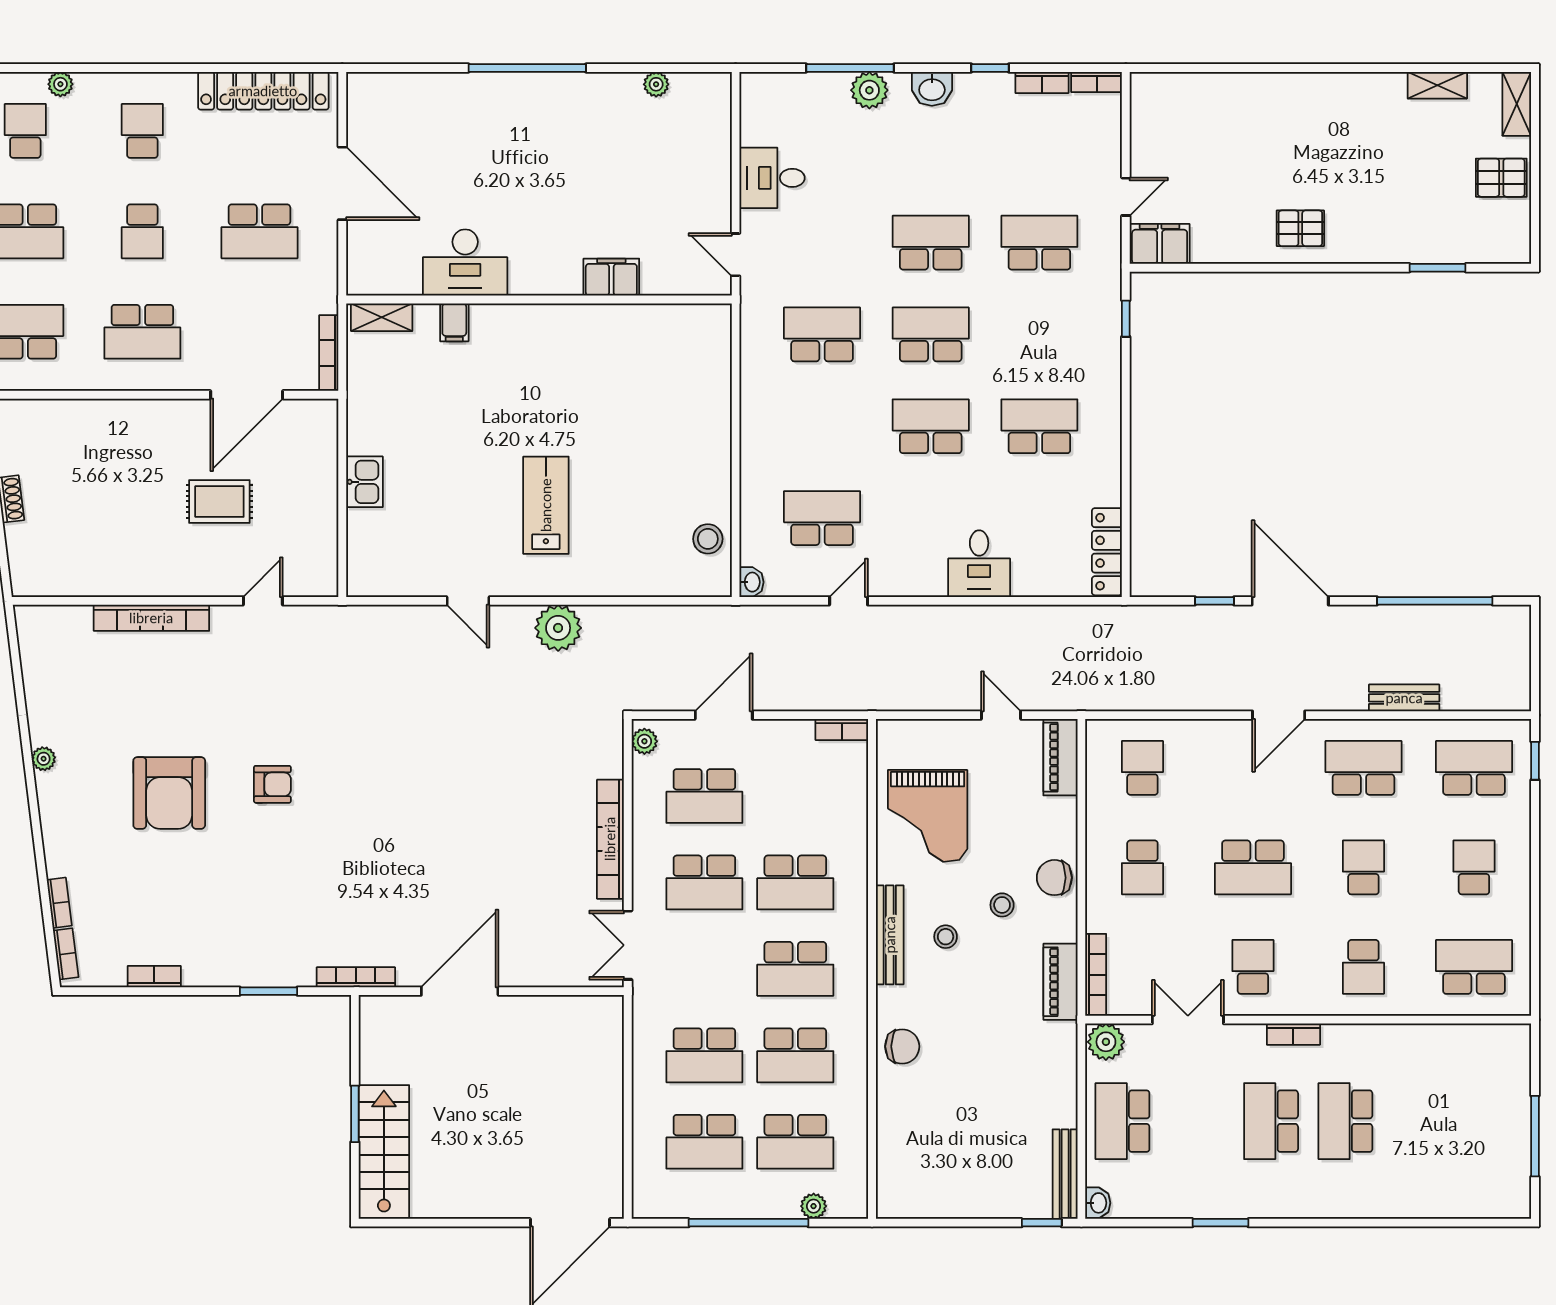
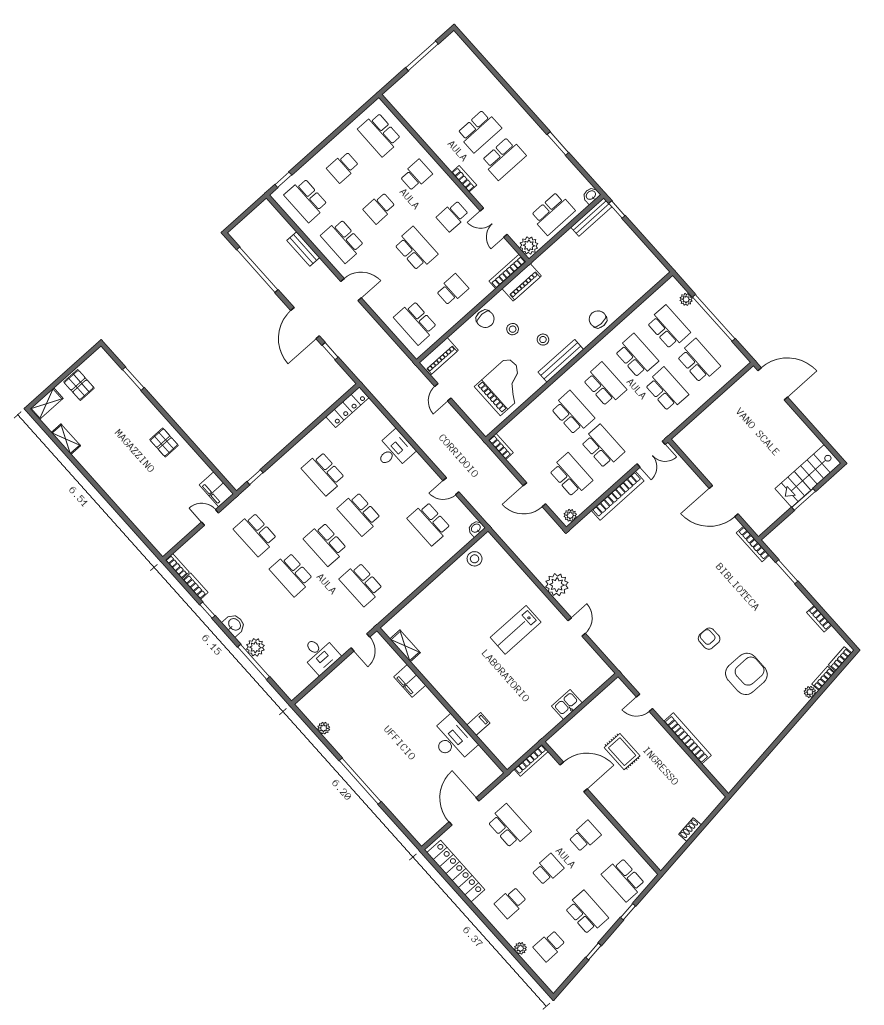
shelving: (382, 317) -> (405, 646), moved
school desk: (142, 332) -> (585, 836), width x0.54
plant: (44, 759) -> (810, 692), moved
school desk: (1142, 768) -> (416, 323), width x1.85

